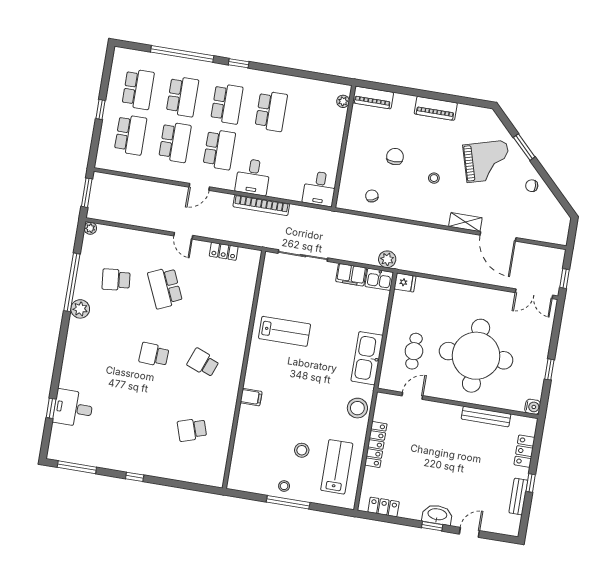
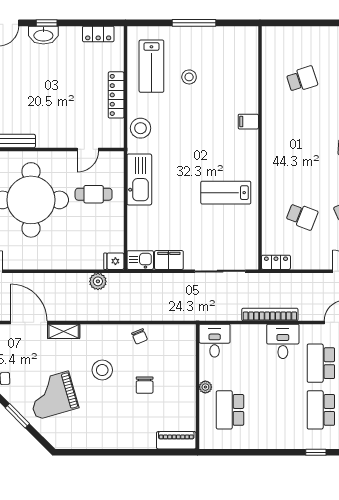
plant: (343, 101) -> (205, 387), moved
piano: (436, 108) -> (112, 440), removed
school desk: (271, 111) -> (230, 410), moved
stool: (434, 178) -> (102, 370), width x1.89, depth x1.89
chair: (372, 196) -> (140, 336), moved
locker: (224, 251) -> (276, 262), moved
plant: (387, 259) -> (98, 281), moved
cafe table: (414, 351) -> (94, 194), turned 90
school desk: (203, 363) -> (302, 216), moved
stool: (284, 486) -> (201, 38), removed

